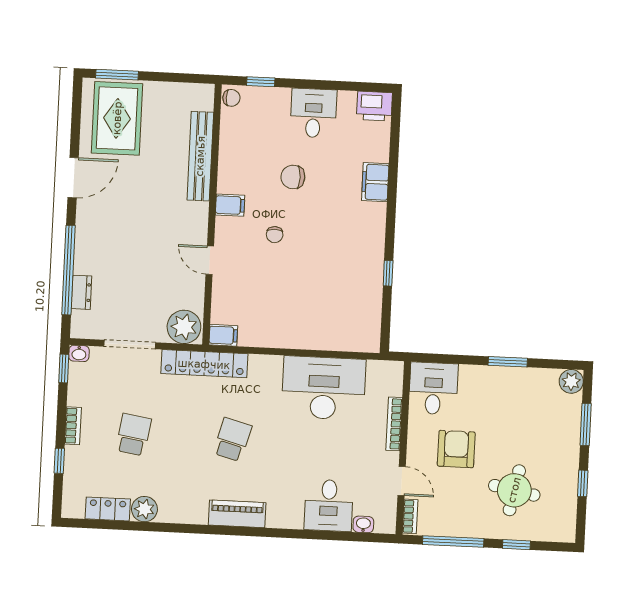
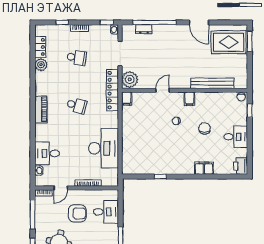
desk: (433, 388) -> (106, 212), moved

